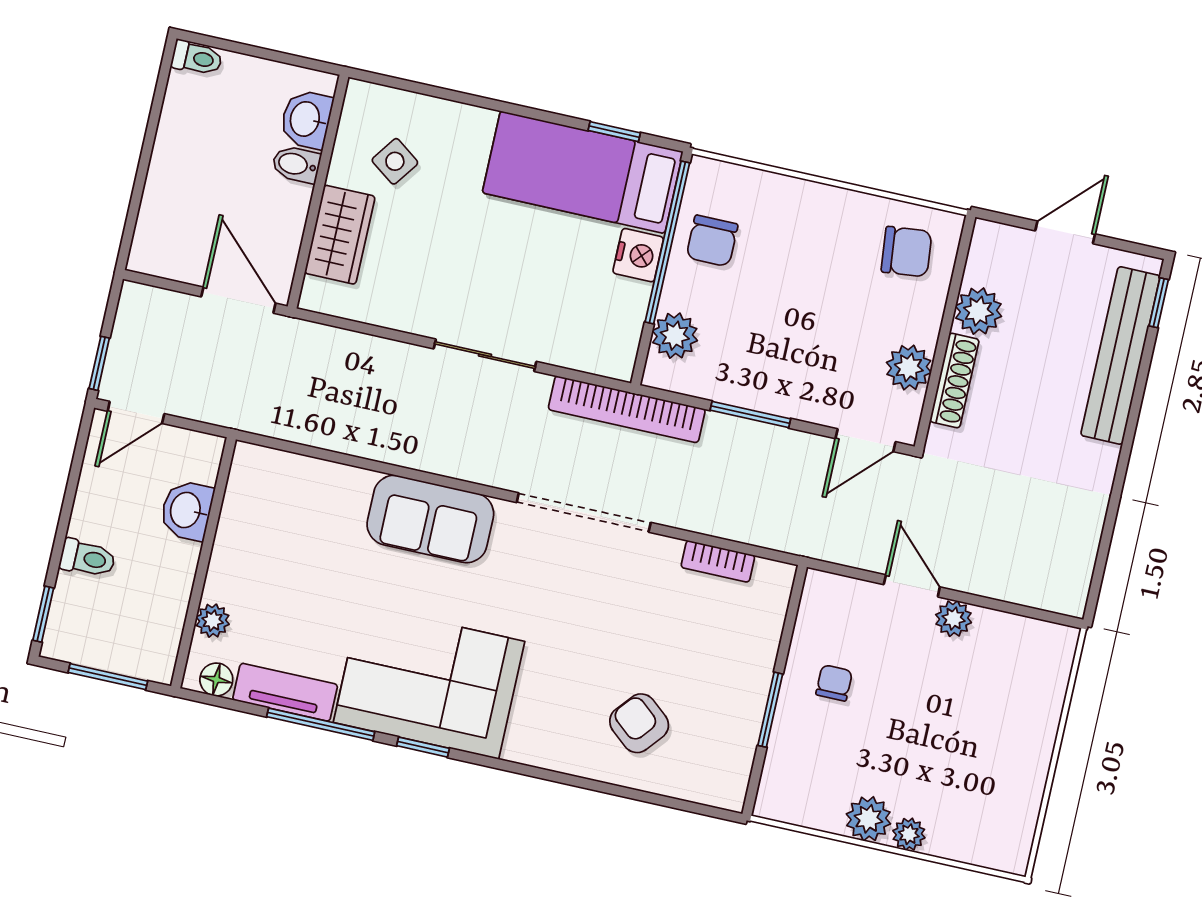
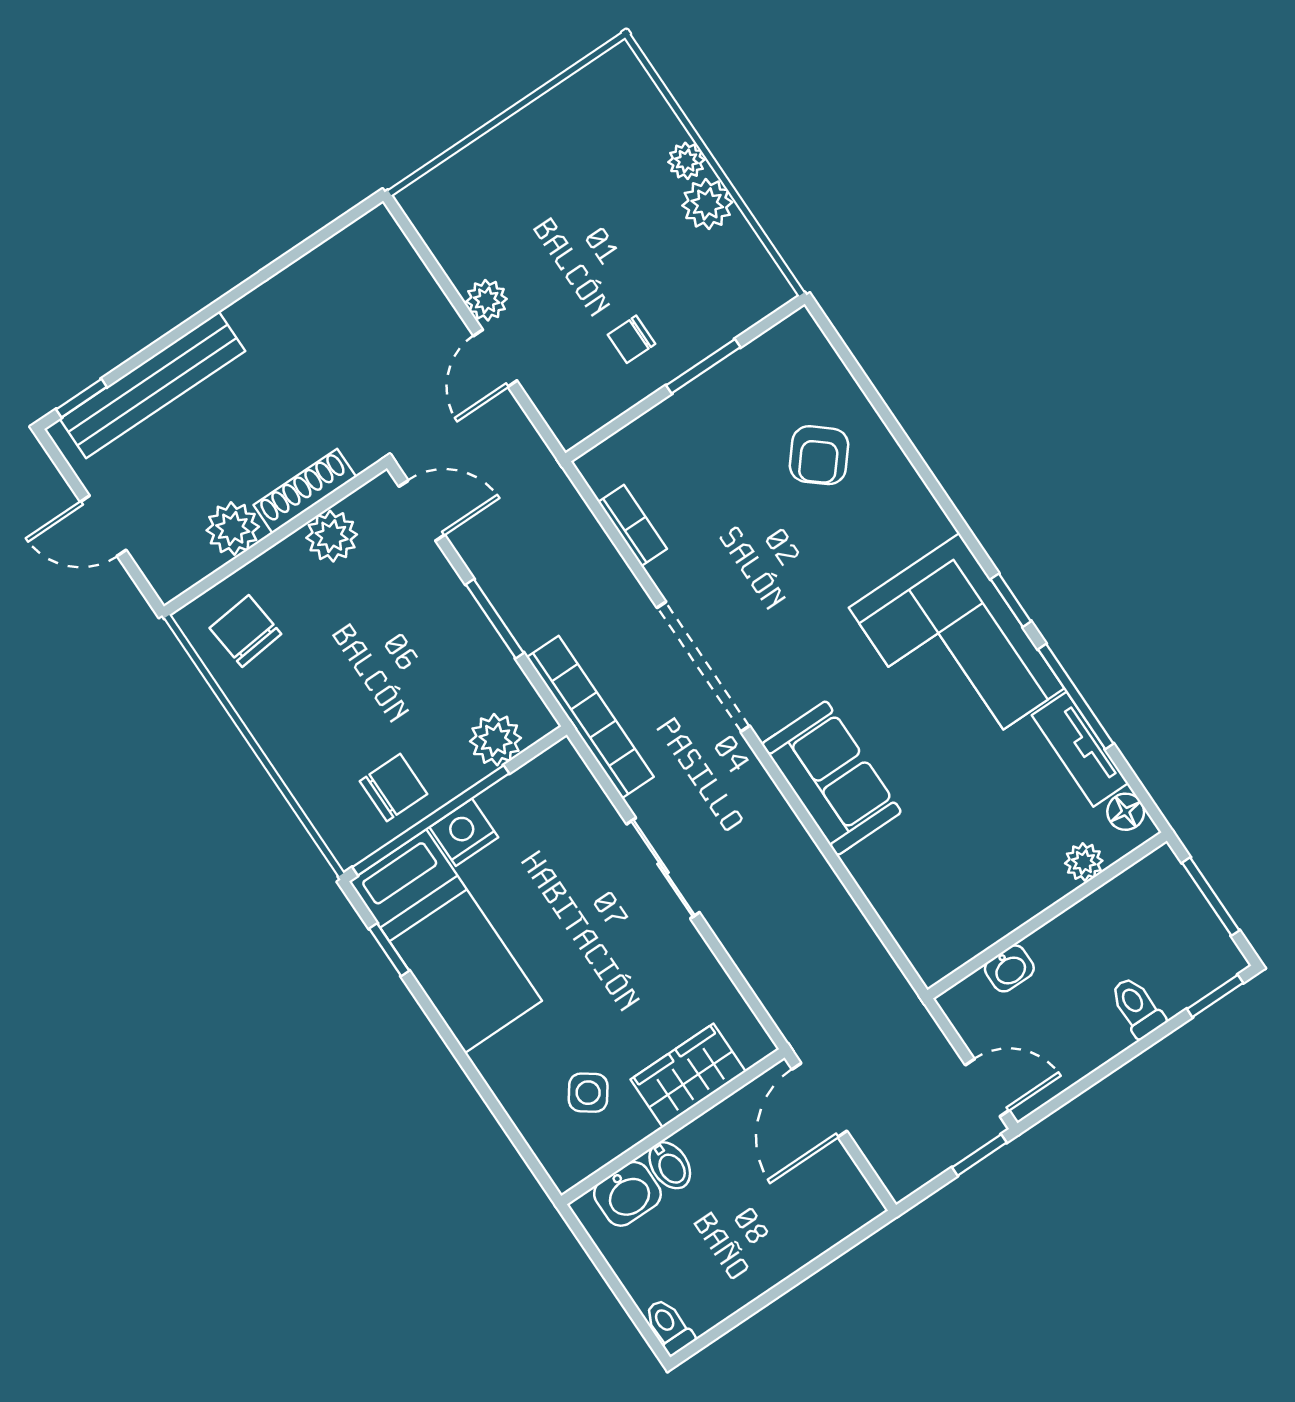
washbasin: (187, 510) -> (1009, 968), width x0.72, depth x0.69

